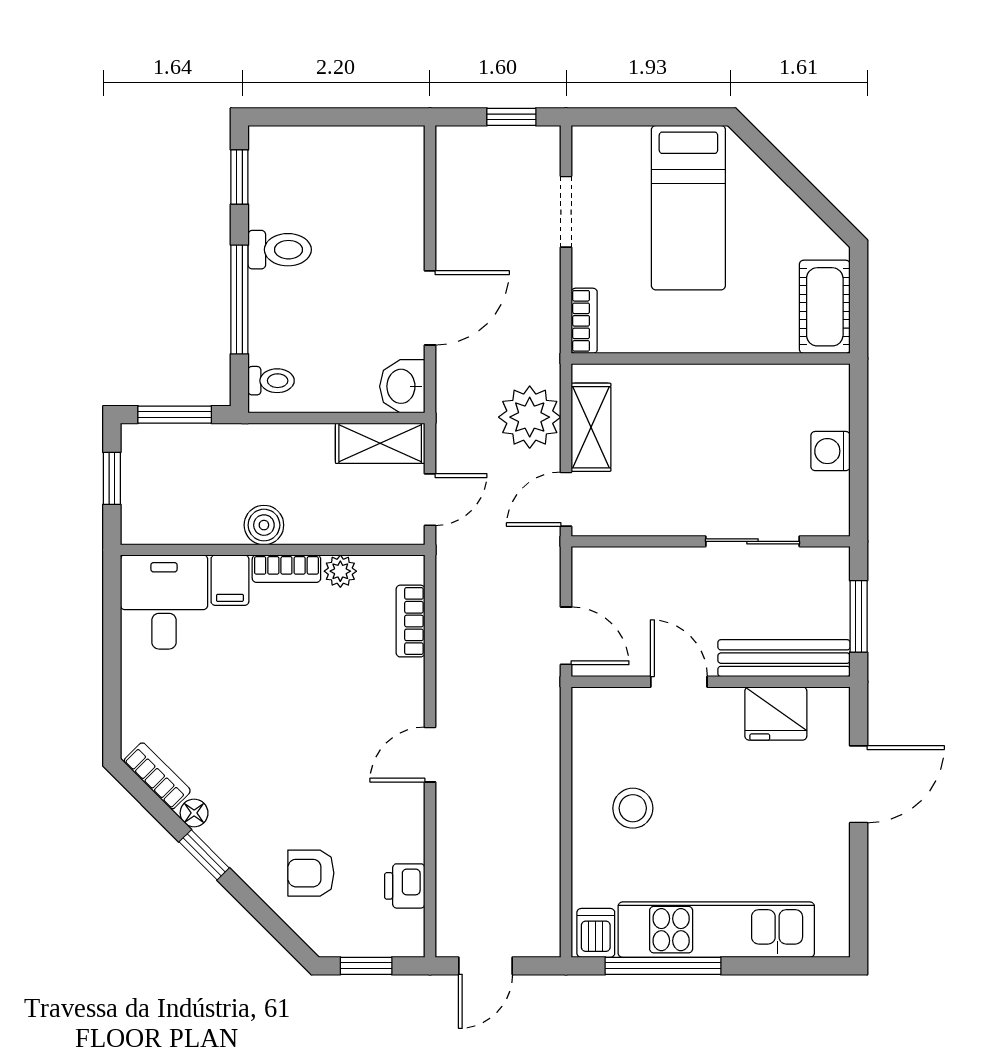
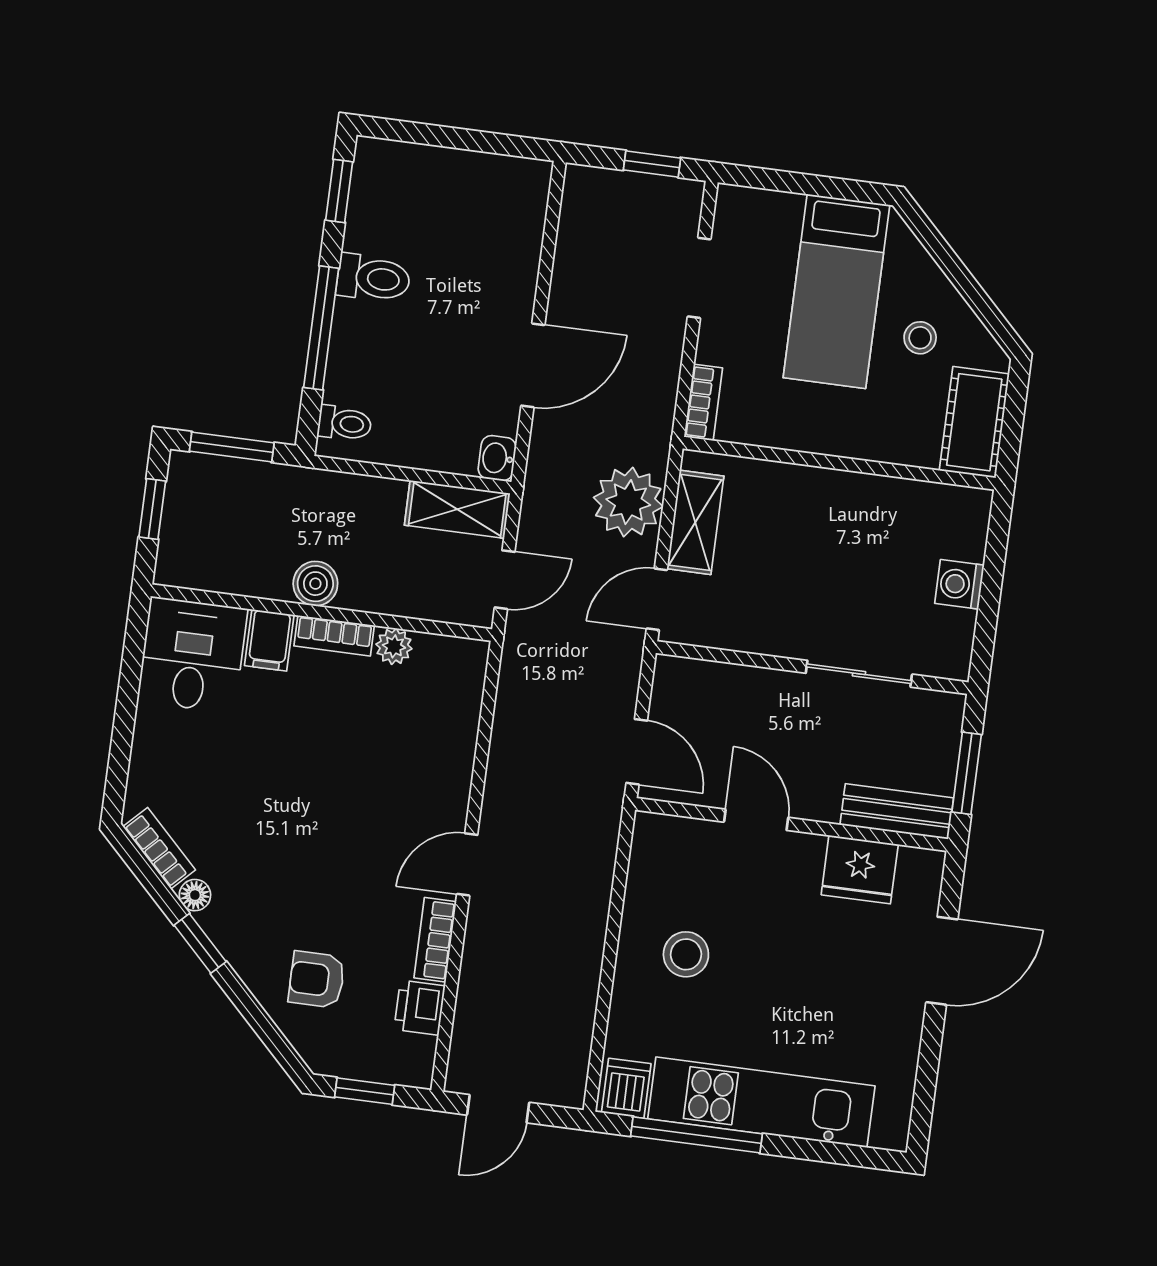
stool: (767, 239) -> (920, 338), added
washbasin: (402, 386) -> (497, 458), width x0.72, depth x0.69
bookcase: (410, 621) -> (435, 940), moved
bench: (784, 658) -> (897, 811), width x0.73

